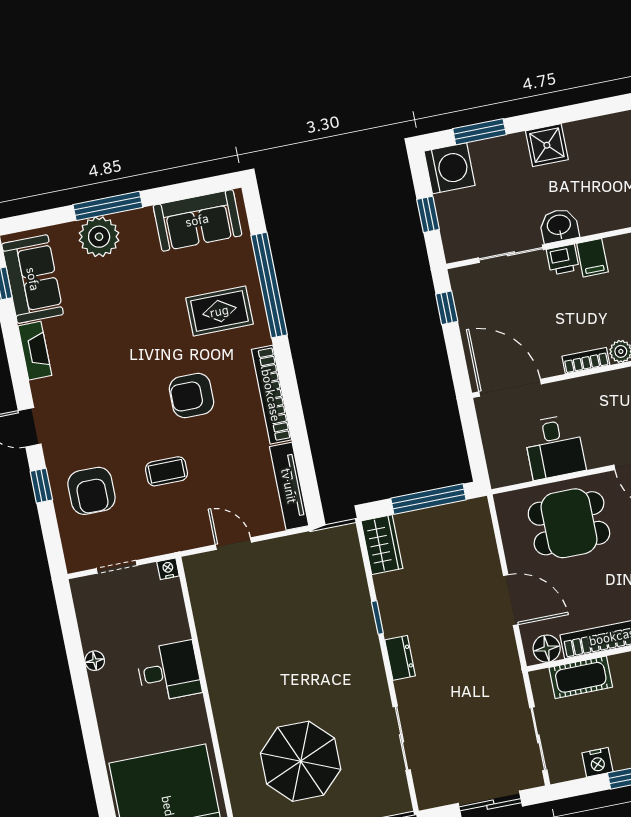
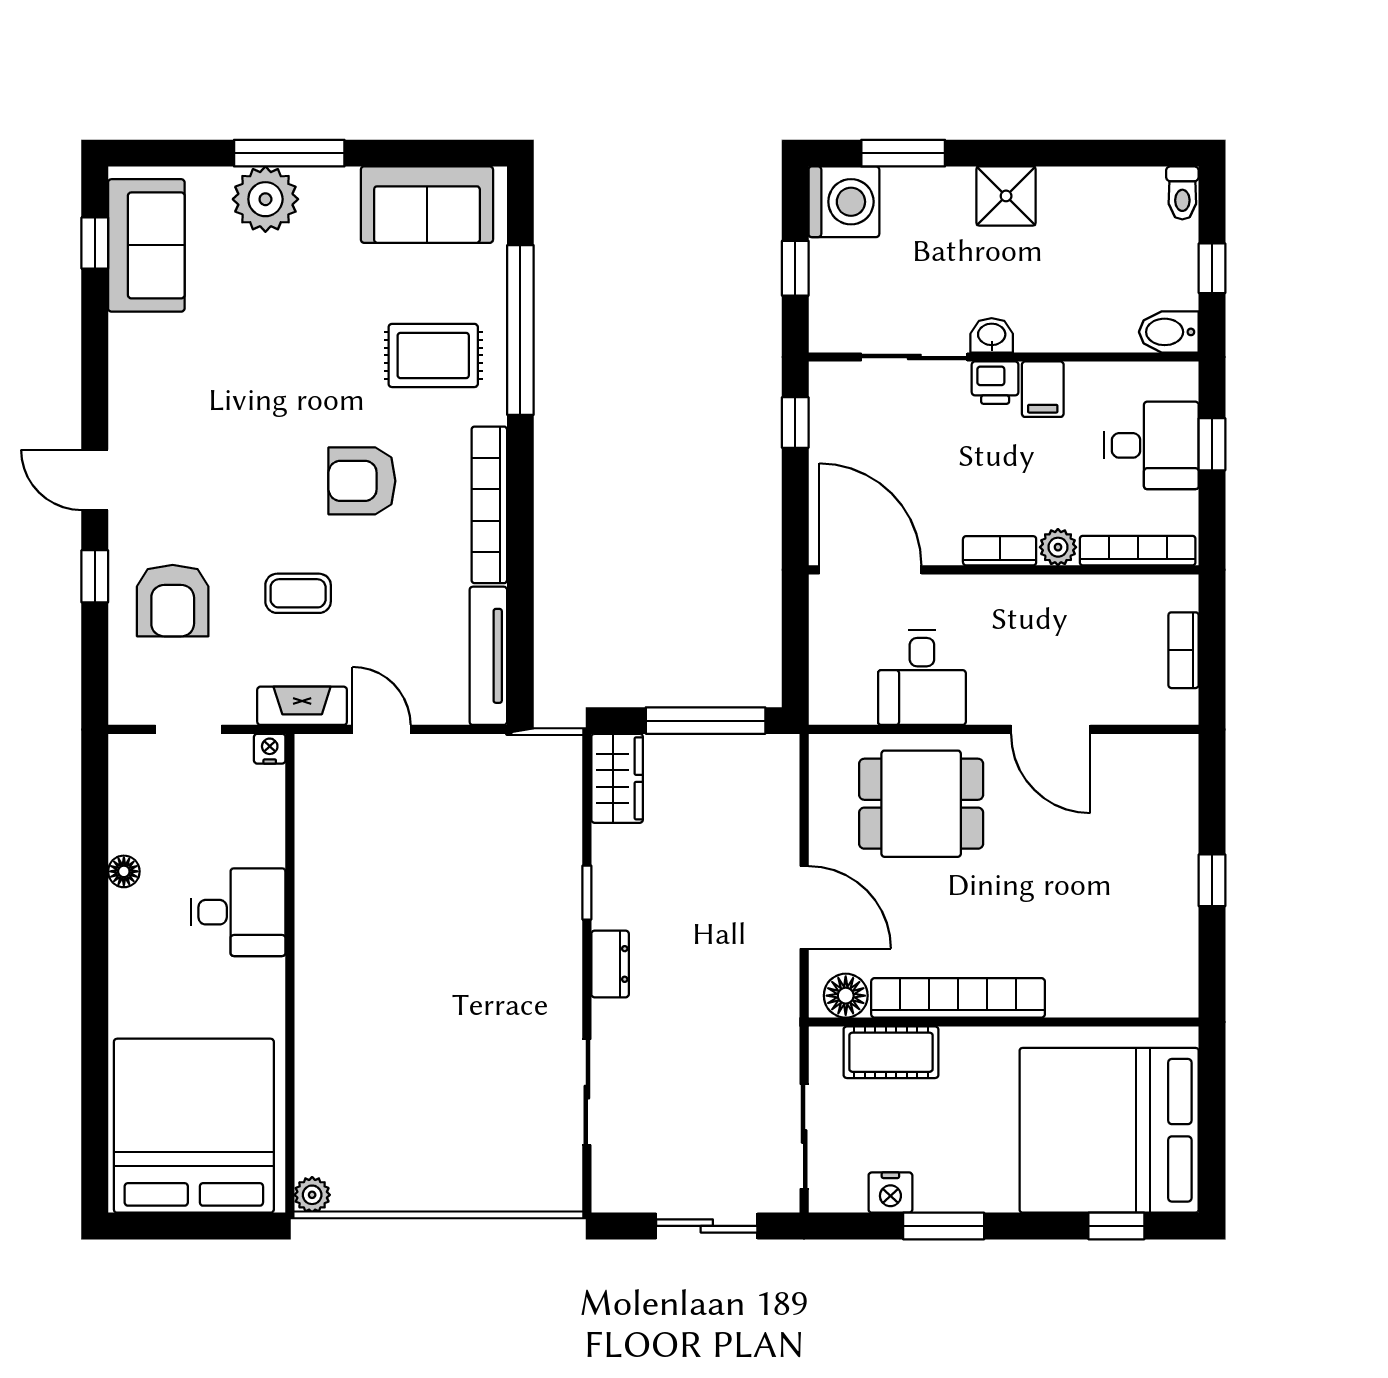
washbasin: (559, 226) -> (992, 335), width x0.72, depth x0.69
fireplace: (35, 351) -> (302, 706), moved, turned -90
parasol: (301, 761) -> (419, 1097), removed

